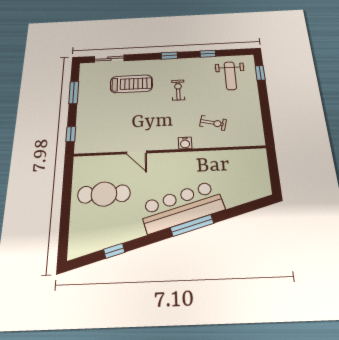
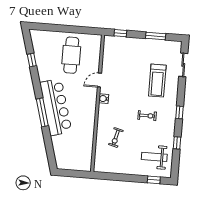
water cooler: (185, 143) -> (104, 99), moved

